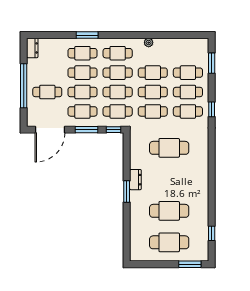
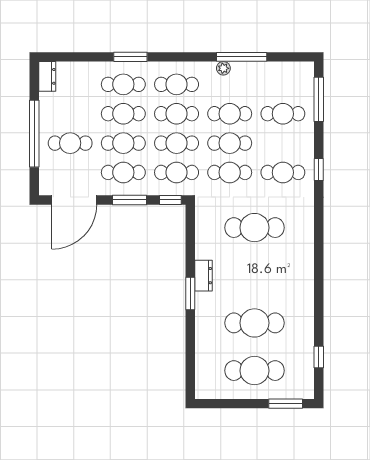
window: (161, 35) -> (242, 57), added
window: (212, 63) -> (319, 99), width x1.44
cafe table: (188, 92) -> (283, 143), removed

